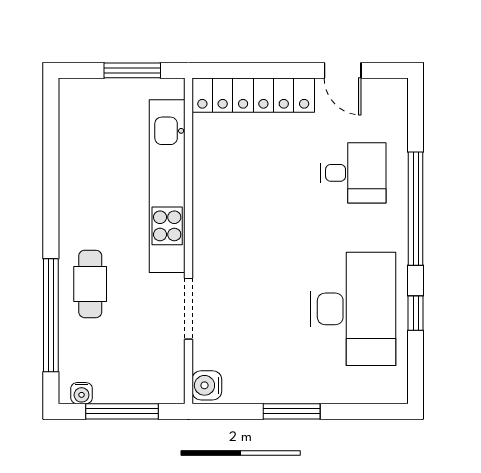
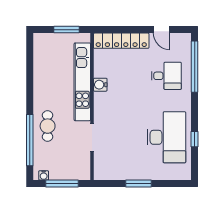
window: (416, 209) -> (195, 67), moved
water cooler: (207, 385) -> (100, 85), moved

